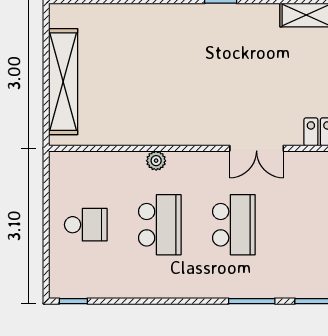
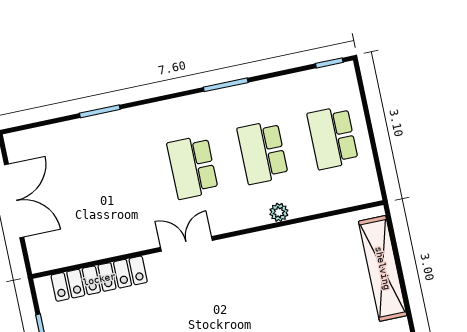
school desk: (86, 225) -> (333, 138), width x1.85
window: (252, 301) -> (226, 85), moved

